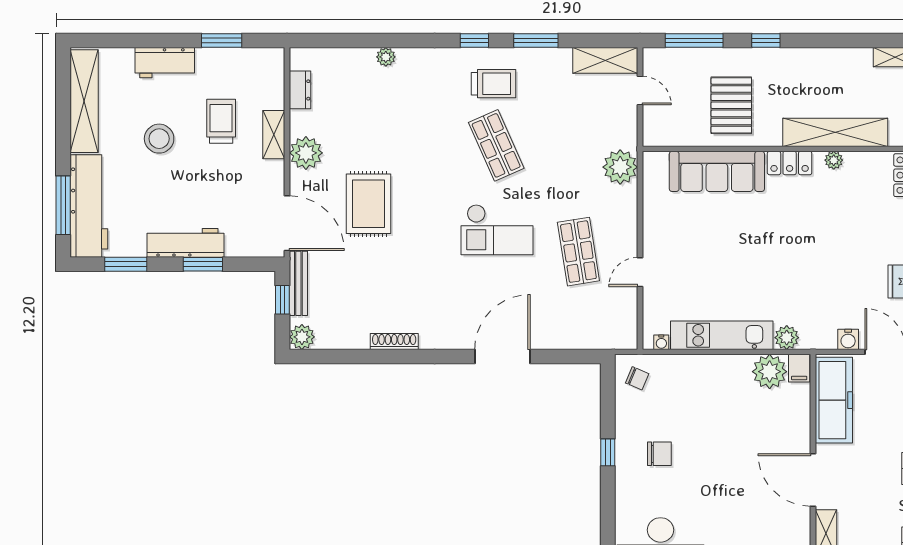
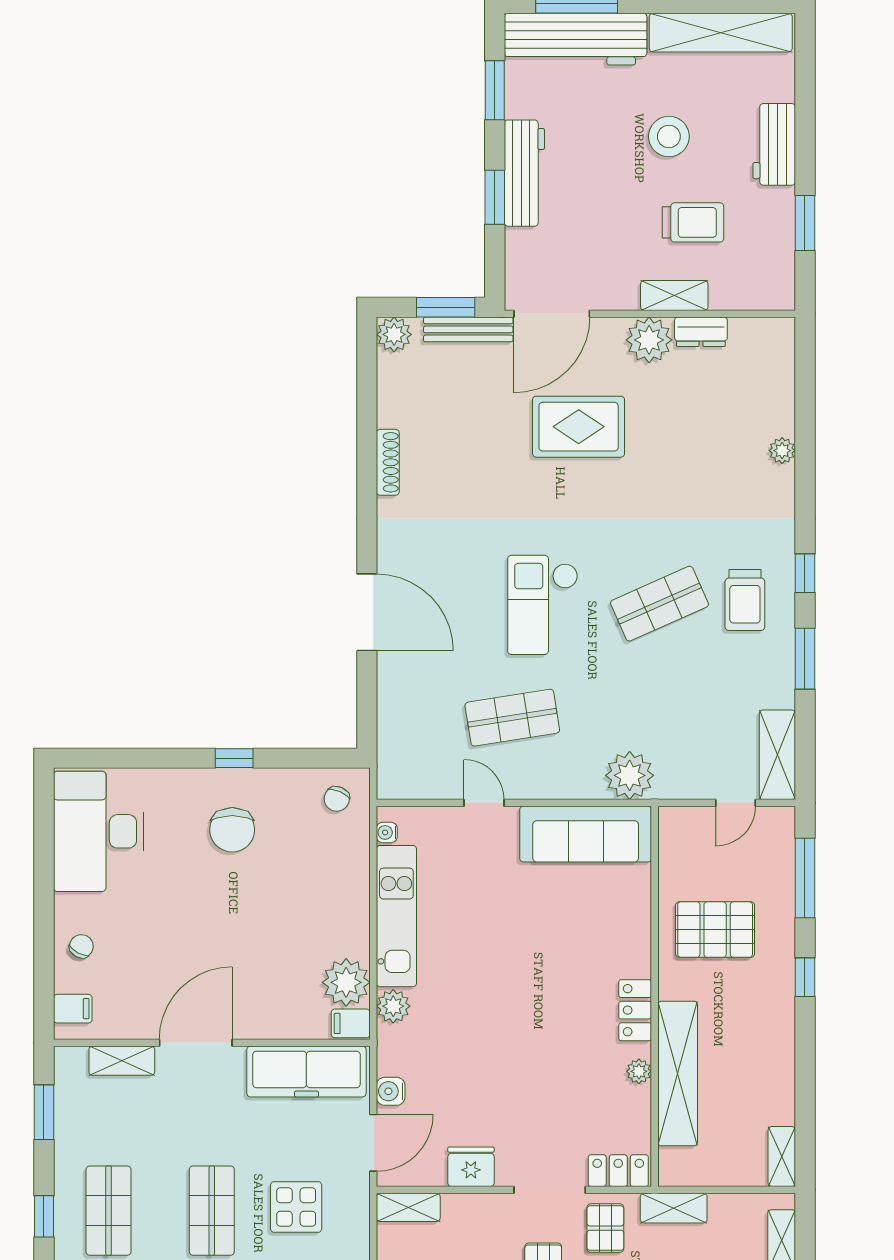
dresser: (300, 90) -> (701, 332), moved
sofa: (717, 171) -> (586, 834), moved, turned -90
window: (282, 300) -> (446, 307), width x1.50
chair: (659, 454) -> (232, 830), width x1.37, depth x1.37

